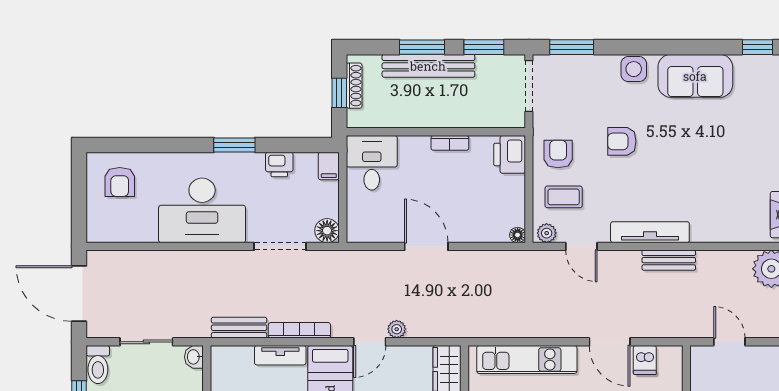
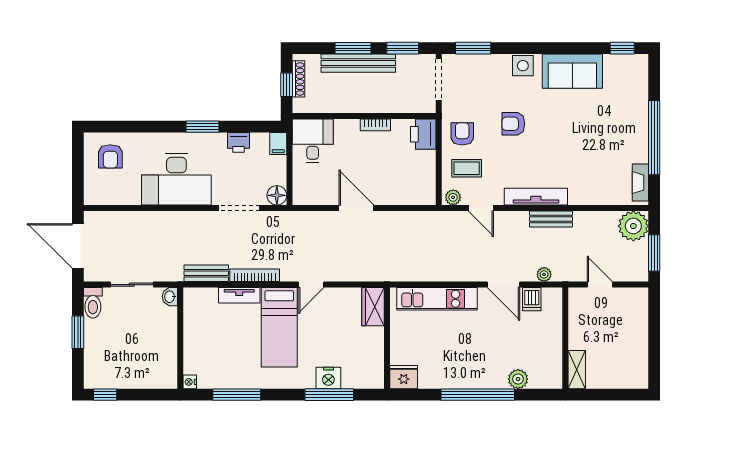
floor lamp: (518, 235) -> (430, 199), removed
plant: (397, 329) -> (544, 274), moved

